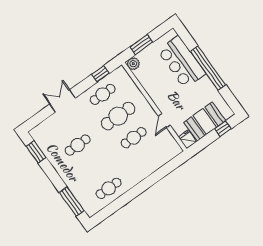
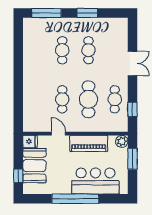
piano: (154, 90) -> (89, 144), added
window: (36, 152) -> (87, 13), moved
cafe table: (109, 188) -> (62, 50), moved

